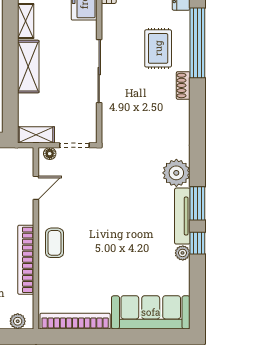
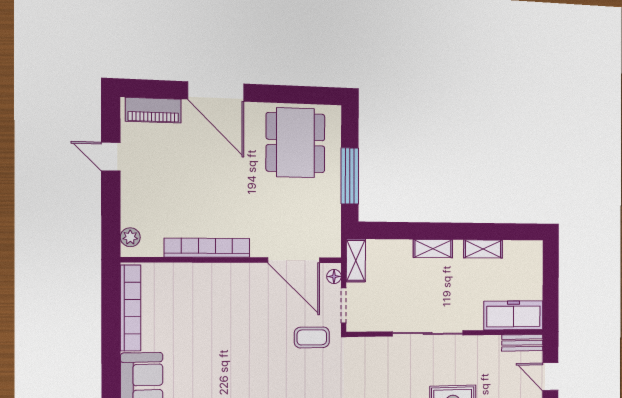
shelving: (28, 67) -> (433, 249), width x0.67, depth x0.75
door: (36, 188) -> (294, 260), width x1.87
coffee table: (54, 243) -> (312, 337), moved

